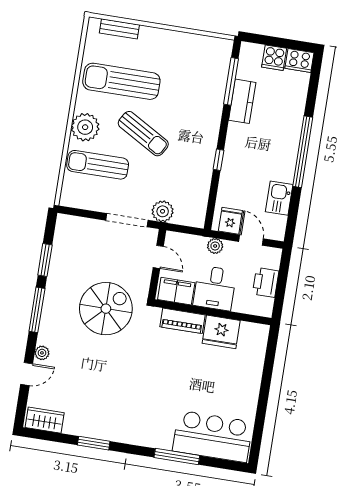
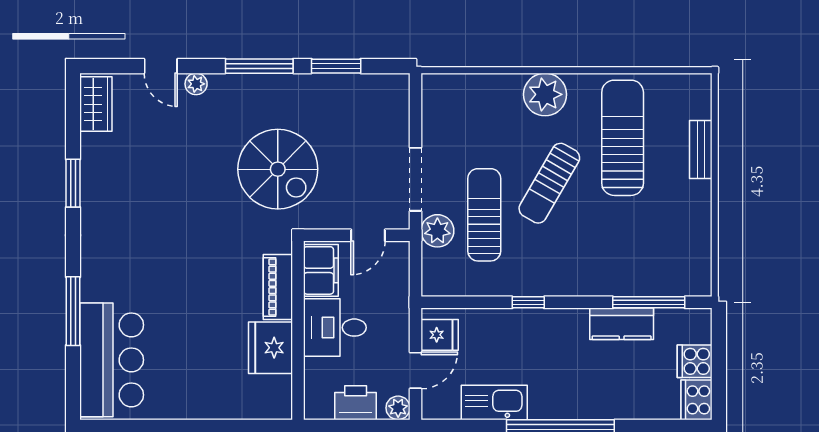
bench: (119, 29) -> (701, 150), moved
sun lounger: (98, 165) -> (484, 215), moved
kitchen sink: (279, 198) -> (494, 403), width x1.38
plant: (215, 246) -> (398, 408), moved

